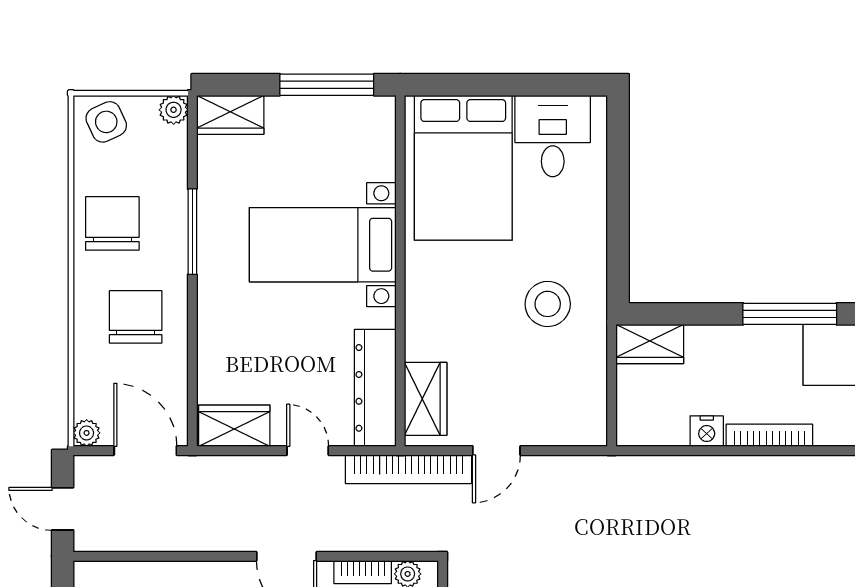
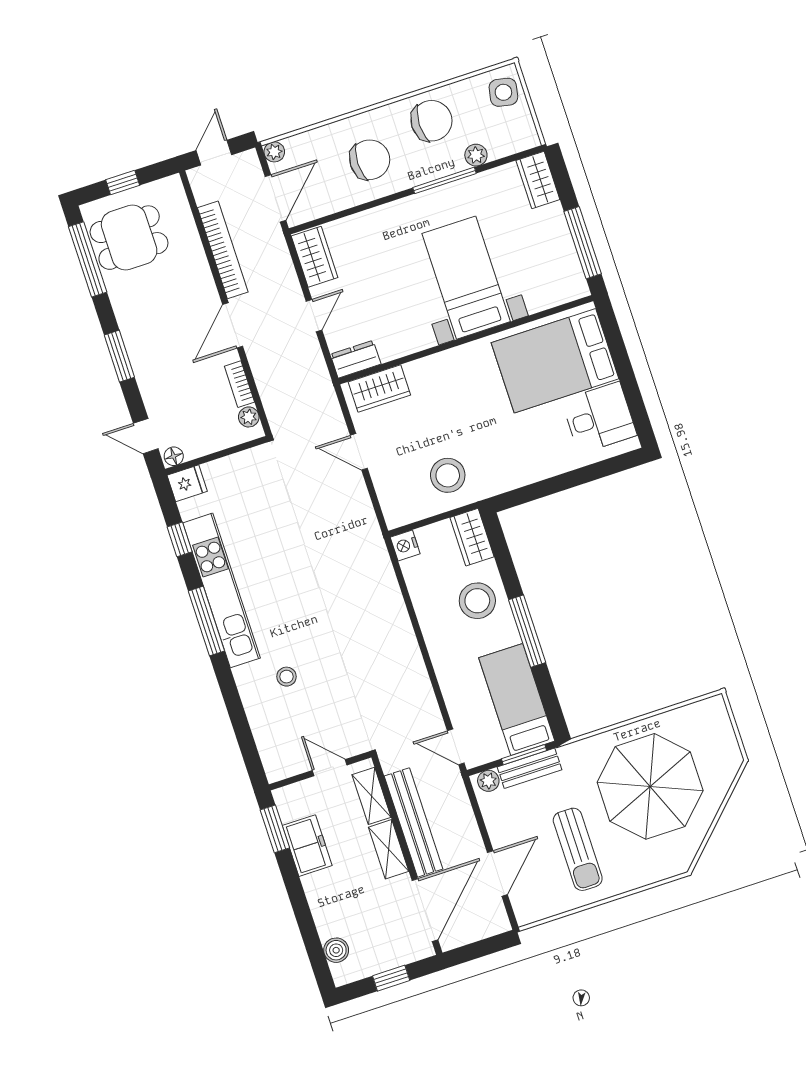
plant: (174, 110) -> (476, 155), moved
side table: (106, 122) -> (503, 92), turned 36
stool: (548, 304) -> (448, 475), moved
stool: (731, 364) -> (477, 601), added
dresser: (375, 388) -> (356, 359), width x0.51, depth x0.80
nightstand: (707, 431) -> (405, 545), moved
bookcase: (769, 435) -> (435, 645), removed
bookcase: (408, 469) -> (223, 250), moved, turned 180

